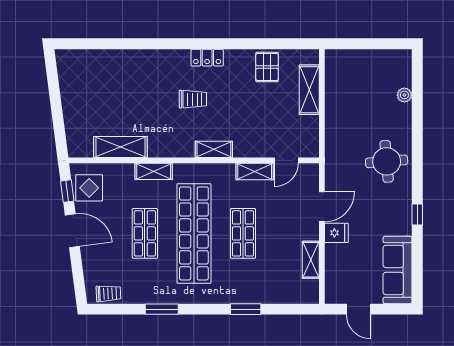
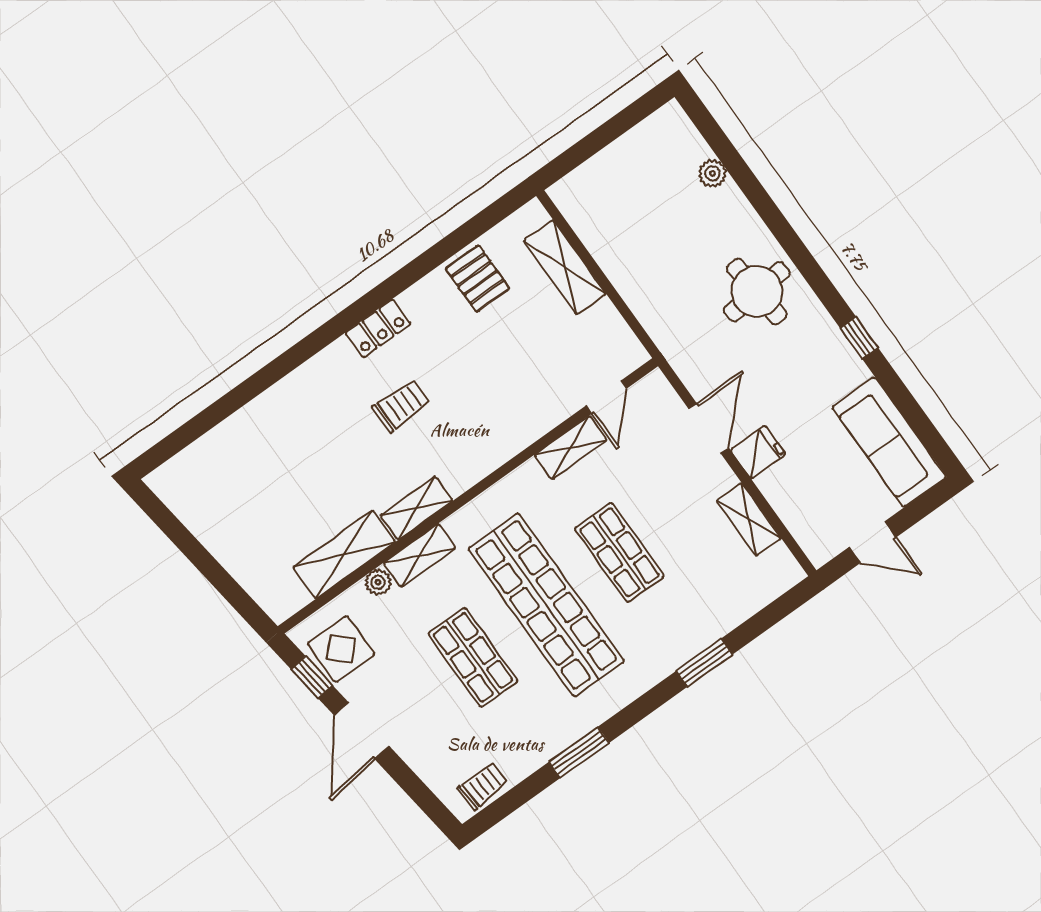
shelving: (214, 149) -> (416, 508), moved
plant: (127, 170) -> (378, 582), added
door: (72, 231) -> (362, 731), swing flipped

